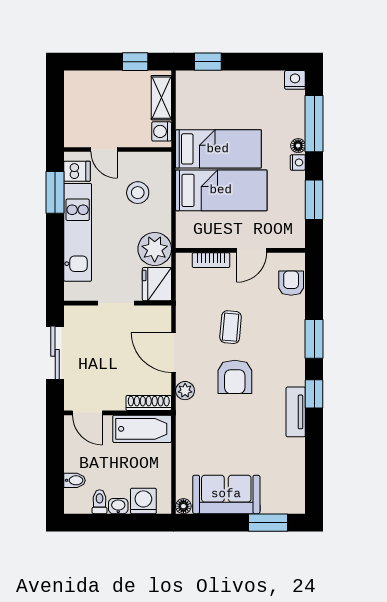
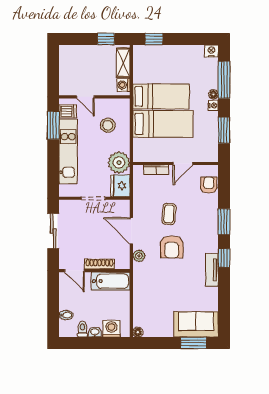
shoe rack: (149, 403) -> (99, 264), moved
sofa: (226, 494) -> (196, 324), moved

